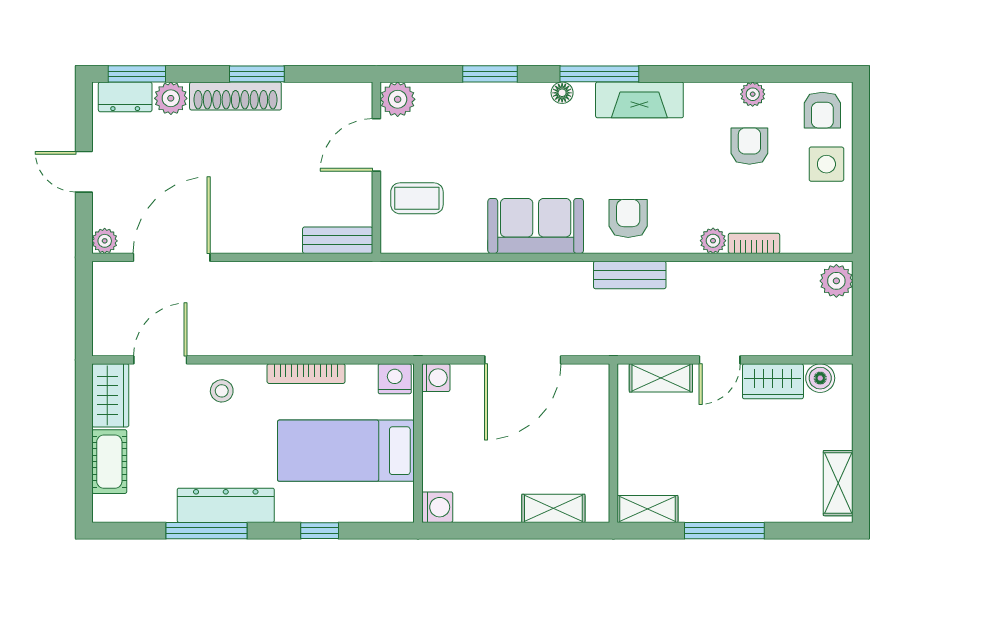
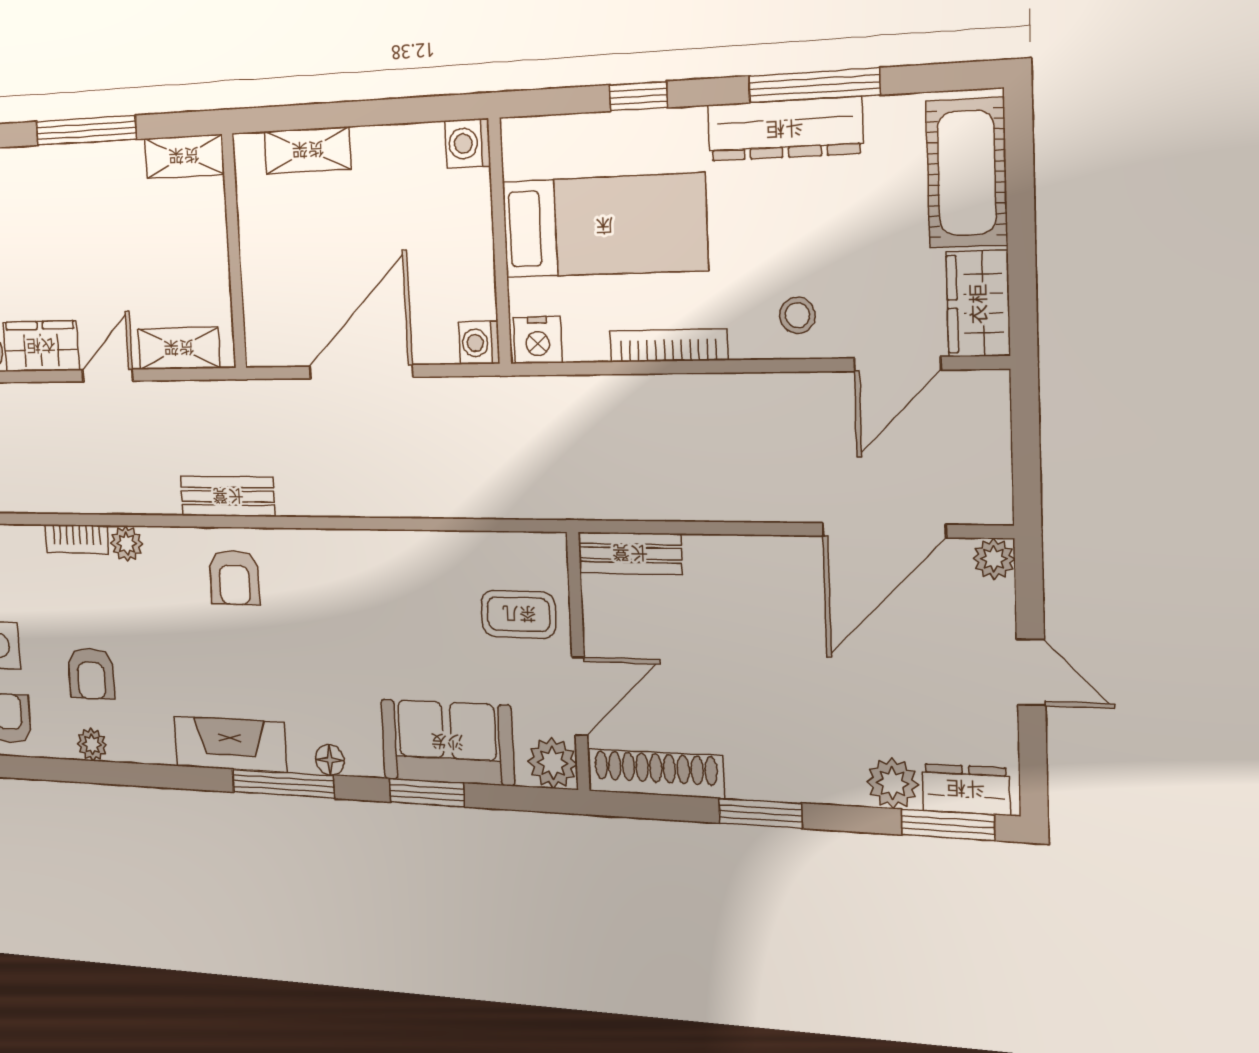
shoe rack: (235, 96) -> (656, 773), moved
sofa: (536, 226) -> (447, 742), moved, turned 180
cot: (109, 462) -> (967, 173), width x1.37, depth x1.34

